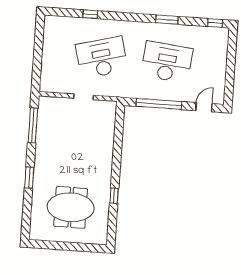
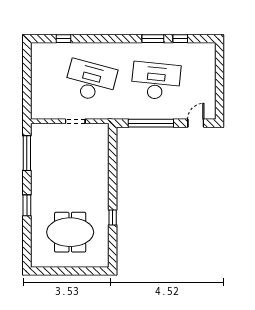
window: (90, 14) -> (63, 39), moved
window: (215, 23) -> (180, 39), moved
desk: (102, 58) -> (91, 81), turned 30

